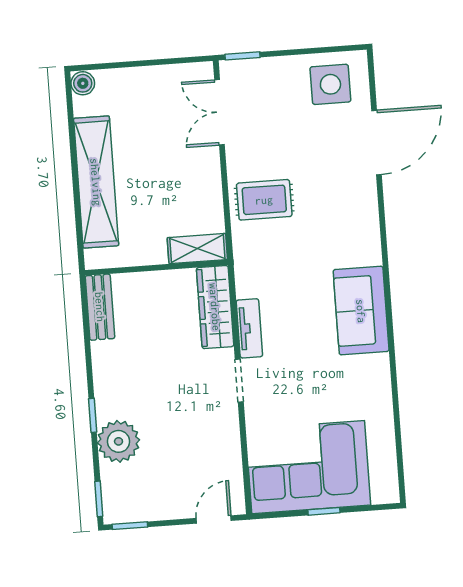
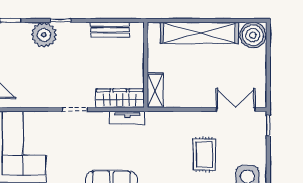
boiler: (83, 83) -> (253, 35), width x1.86, depth x1.86
rug: (264, 200) -> (204, 155), moved
bench: (100, 307) -> (110, 30), moved
tv unit: (249, 328) -> (127, 118), moved

